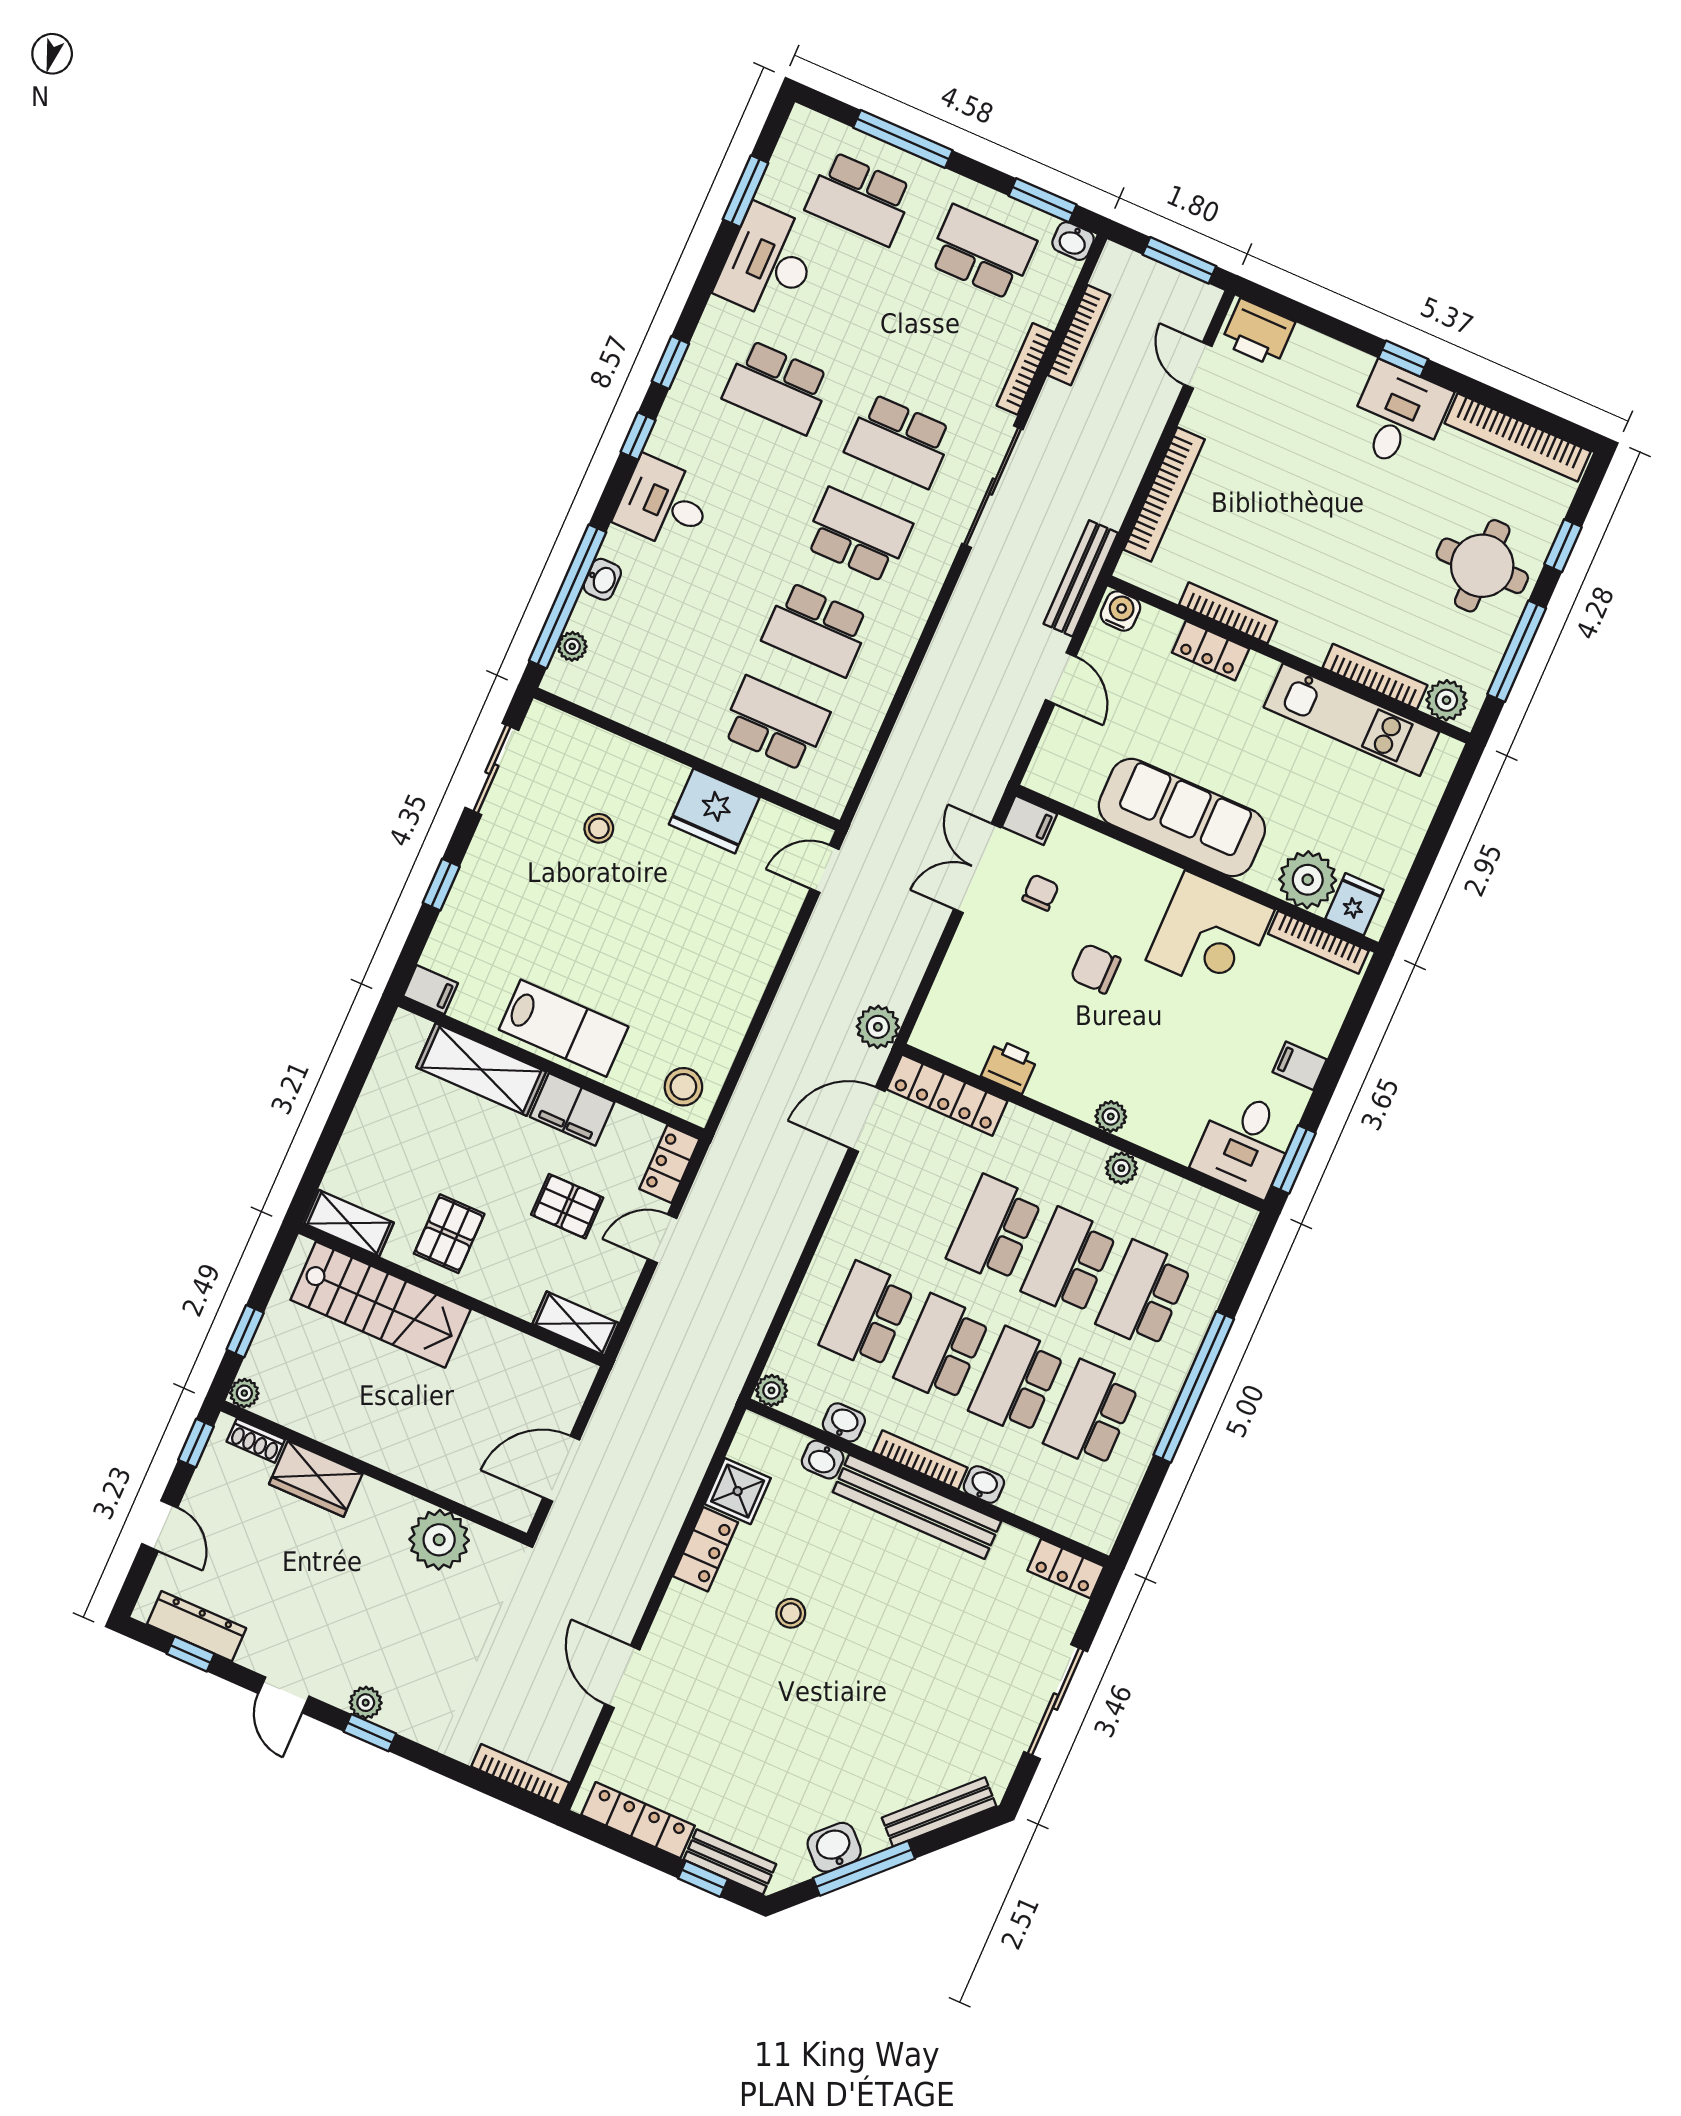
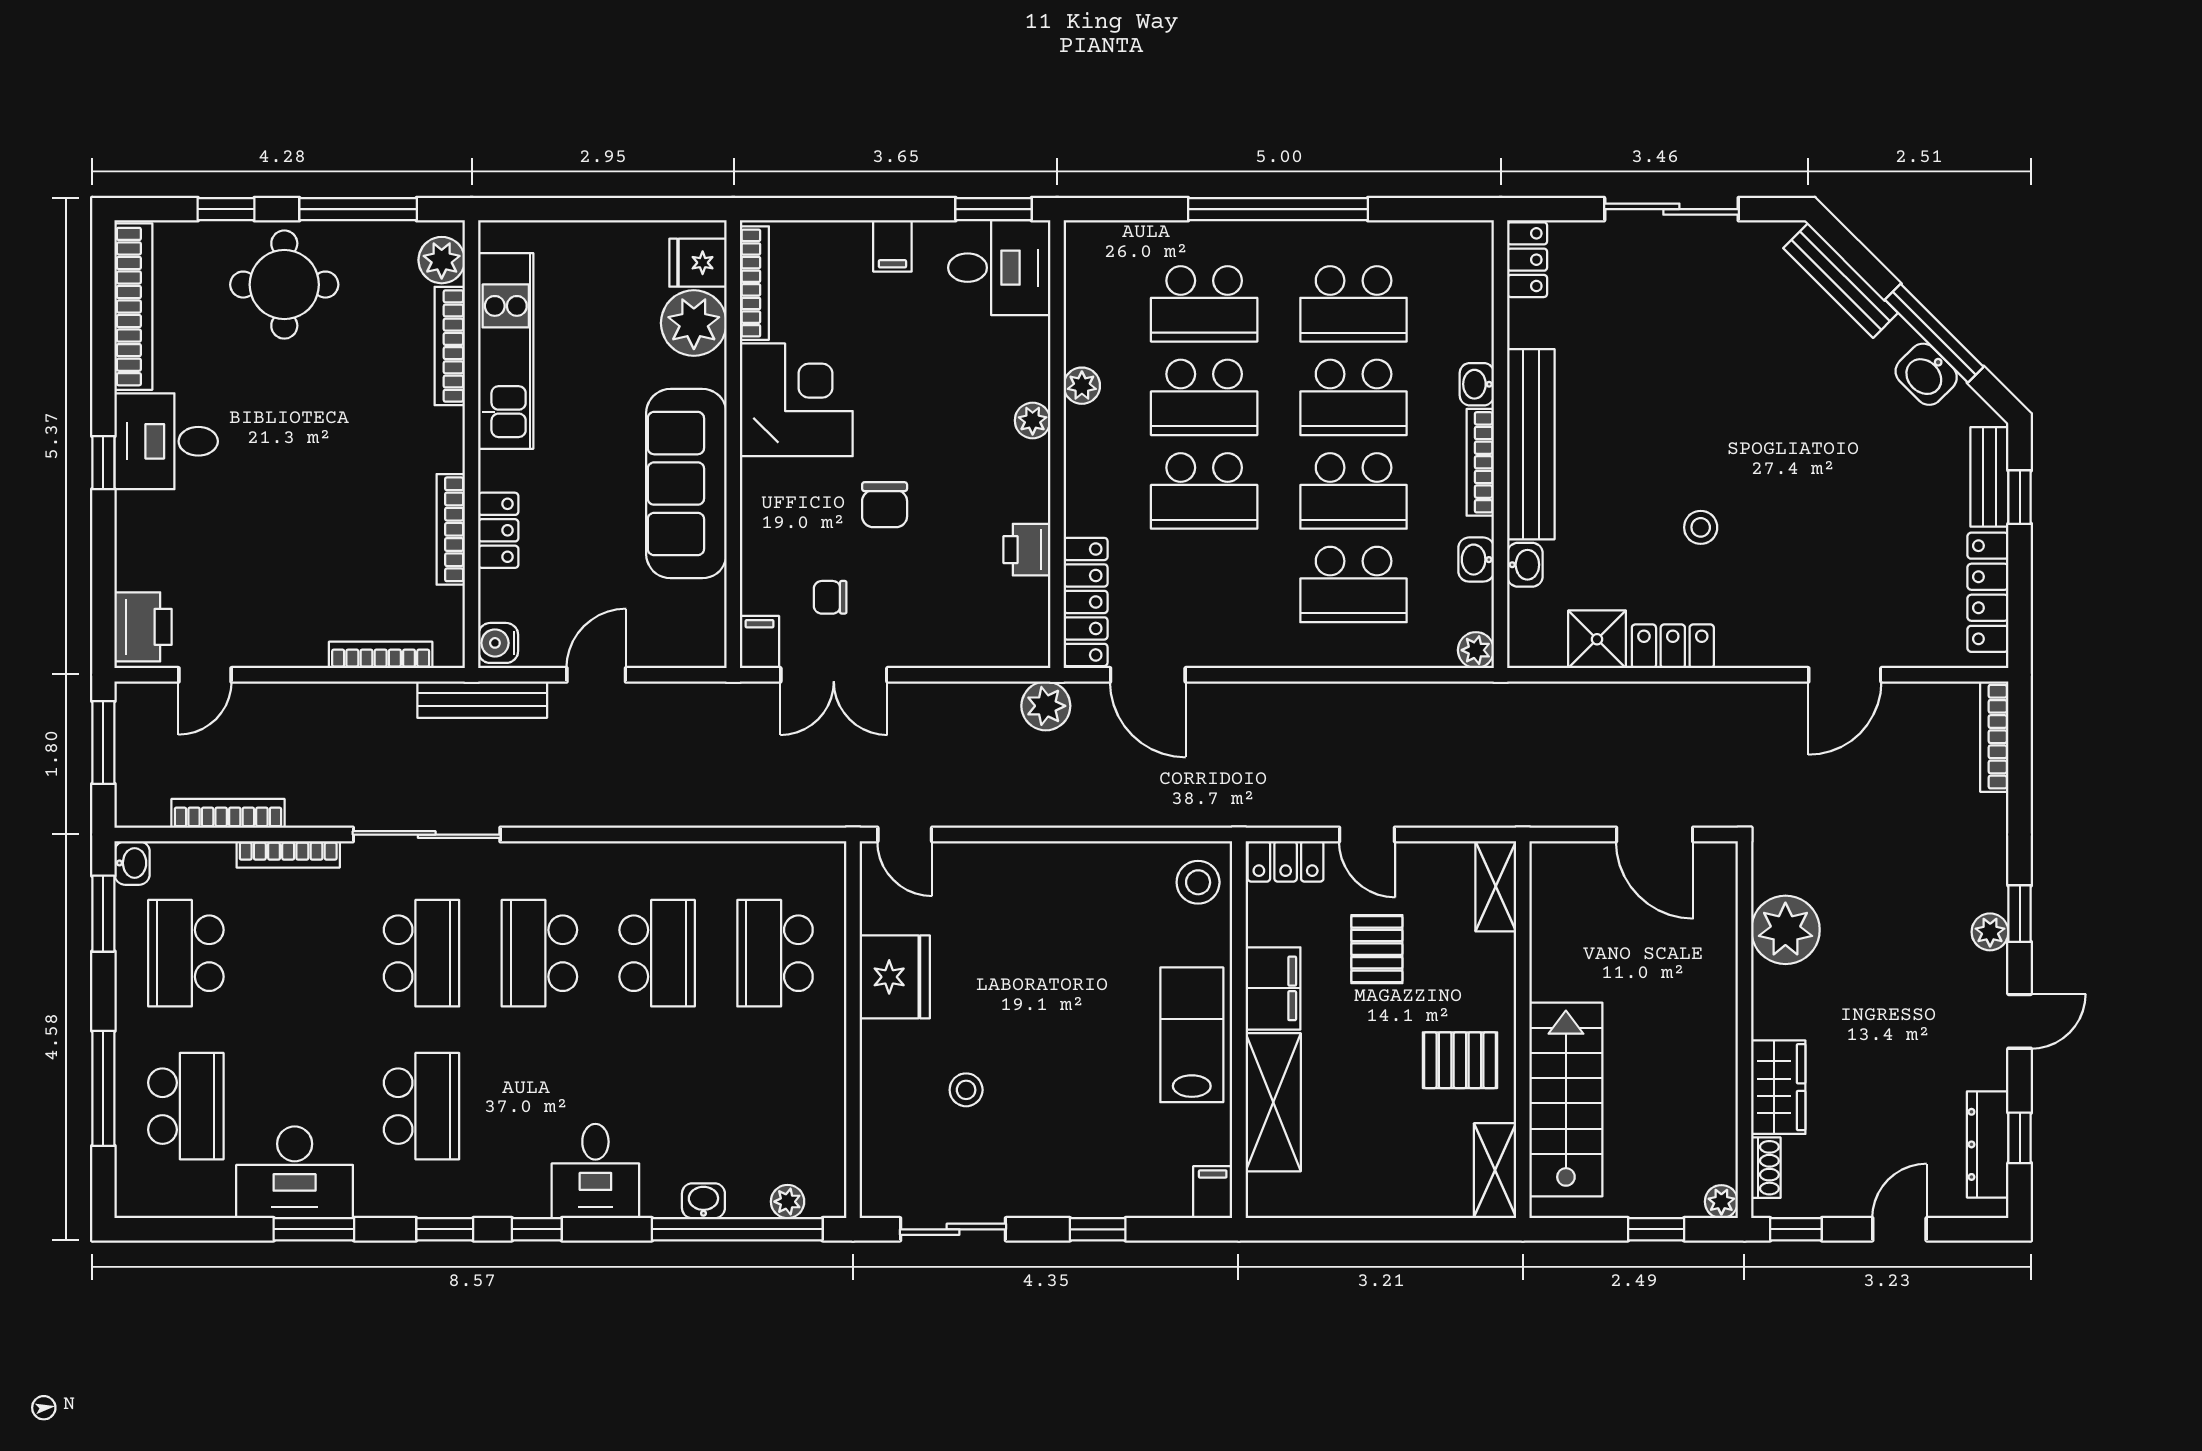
window: (746, 191) -> (314, 1229), moved
bookcase: (1164, 494) -> (381, 655), width x0.68, depth x0.76

